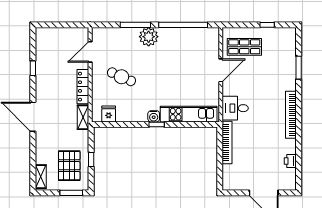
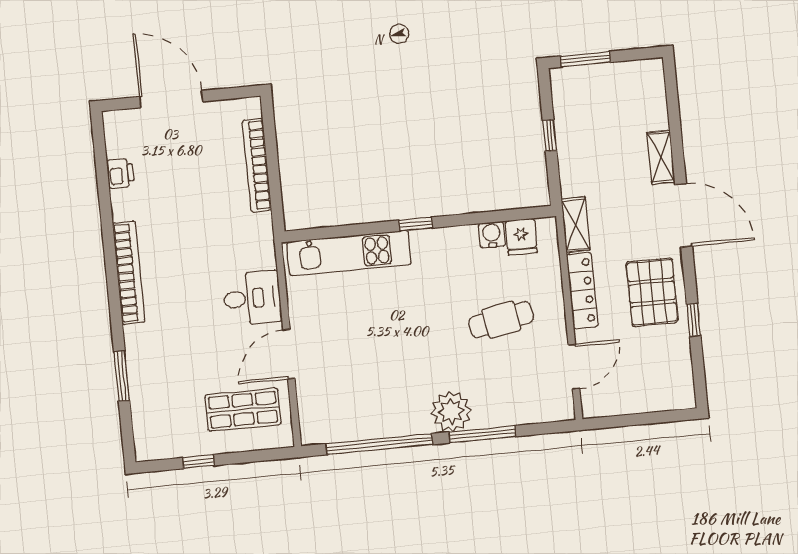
cafe table: (121, 77) -> (501, 320), turned -35
desk: (235, 108) -> (252, 298), moved
water cooler: (154, 116) -> (492, 235), moved
bookcase: (227, 142) -> (257, 165), moved
pallet: (69, 166) -> (652, 292), moved
shelving: (41, 177) -> (661, 157), moved

